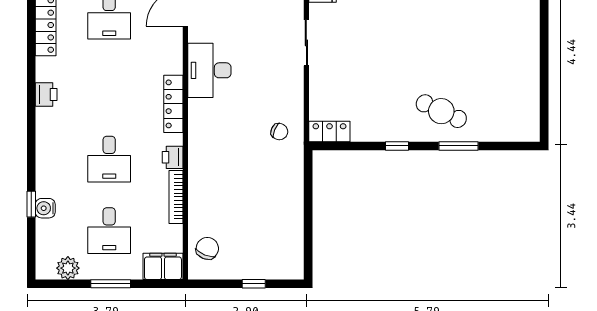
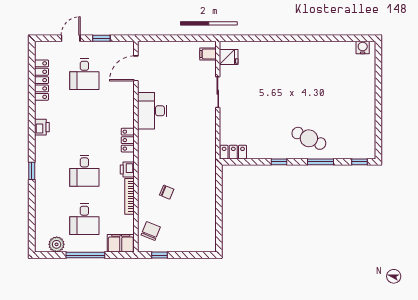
locker: (173, 104) -> (128, 140), width x0.66
chair: (279, 132) -> (167, 192), moved
window: (516, 146) -> (359, 162), added
window: (31, 204) -> (32, 171), moved
water cooler: (45, 208) -> (41, 204), removed
window: (111, 284) -> (85, 255), width x1.44
window: (254, 284) -> (160, 255), moved

